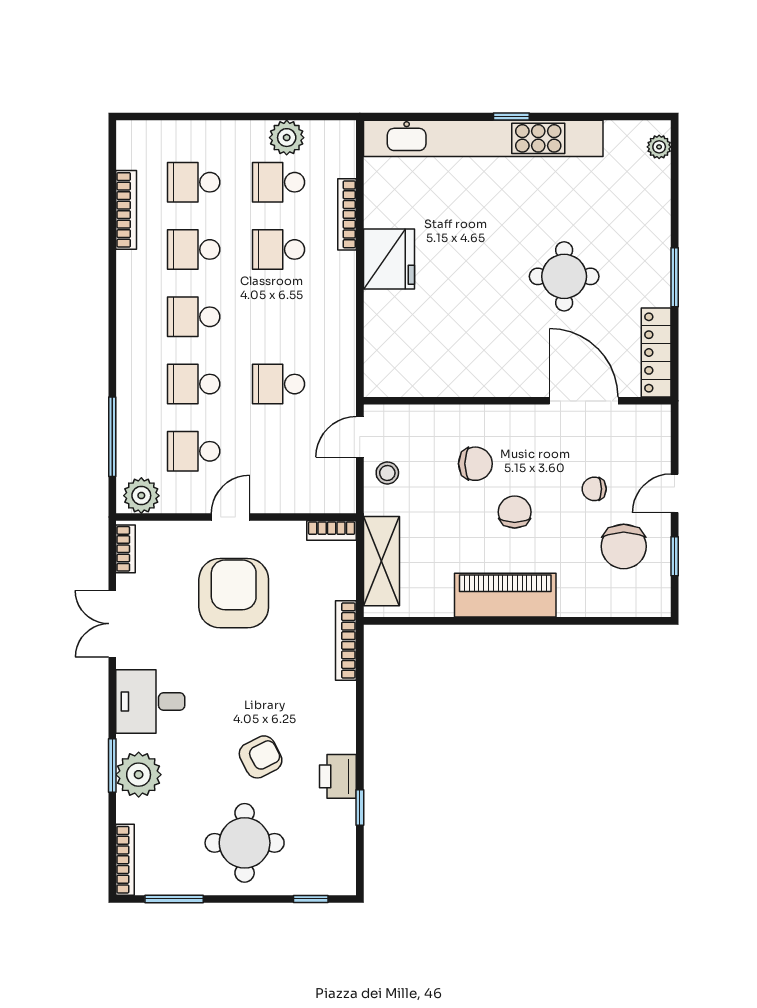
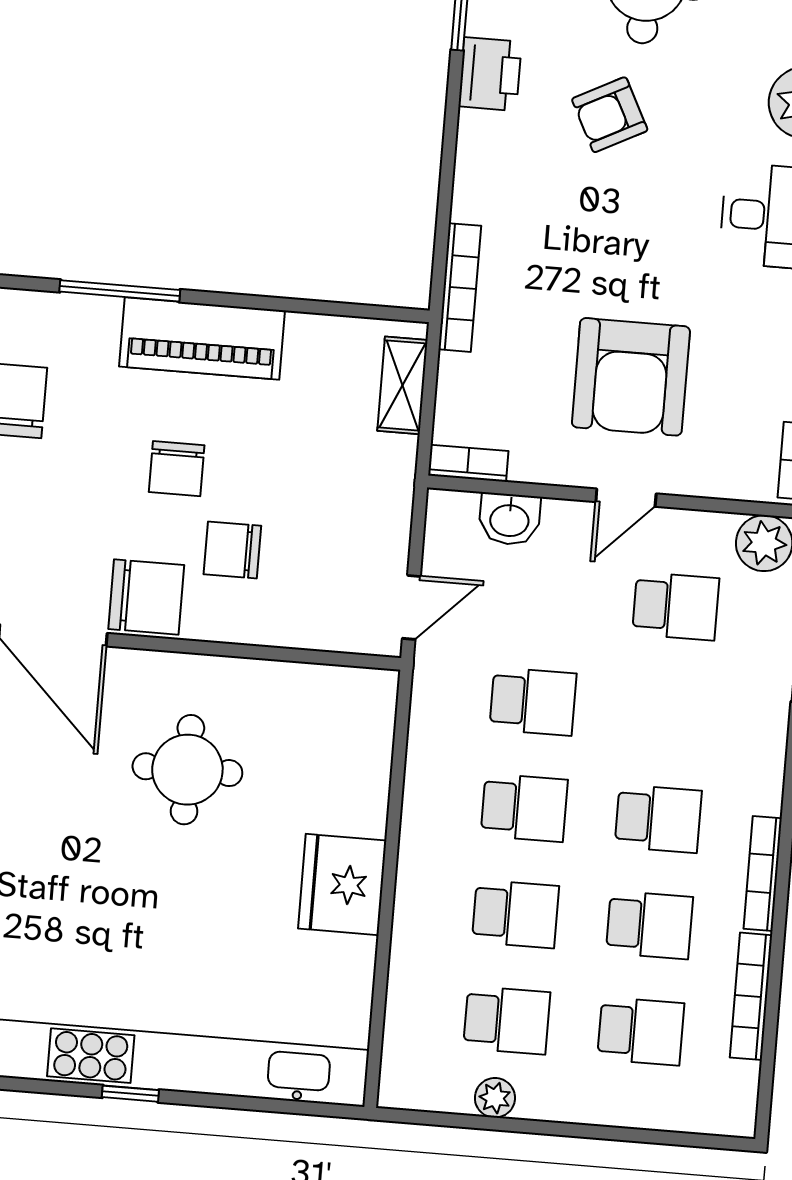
plant: (287, 138) -> (495, 1098), width x0.73, depth x0.73
bookcase: (347, 214) -> (763, 874), moved, turned 180
round table: (564, 276) -> (187, 770), moved
school desk: (194, 384) -> (524, 808), moved
stool: (387, 473) -> (373, 547), removed
chair: (594, 489) -> (146, 597), moved, width x1.87, depth x1.87
washbasin: (303, 497) -> (509, 519), added
shelving: (381, 561) -> (402, 385), width x0.67, depth x0.75
window: (560, 621) -> (120, 291), added

